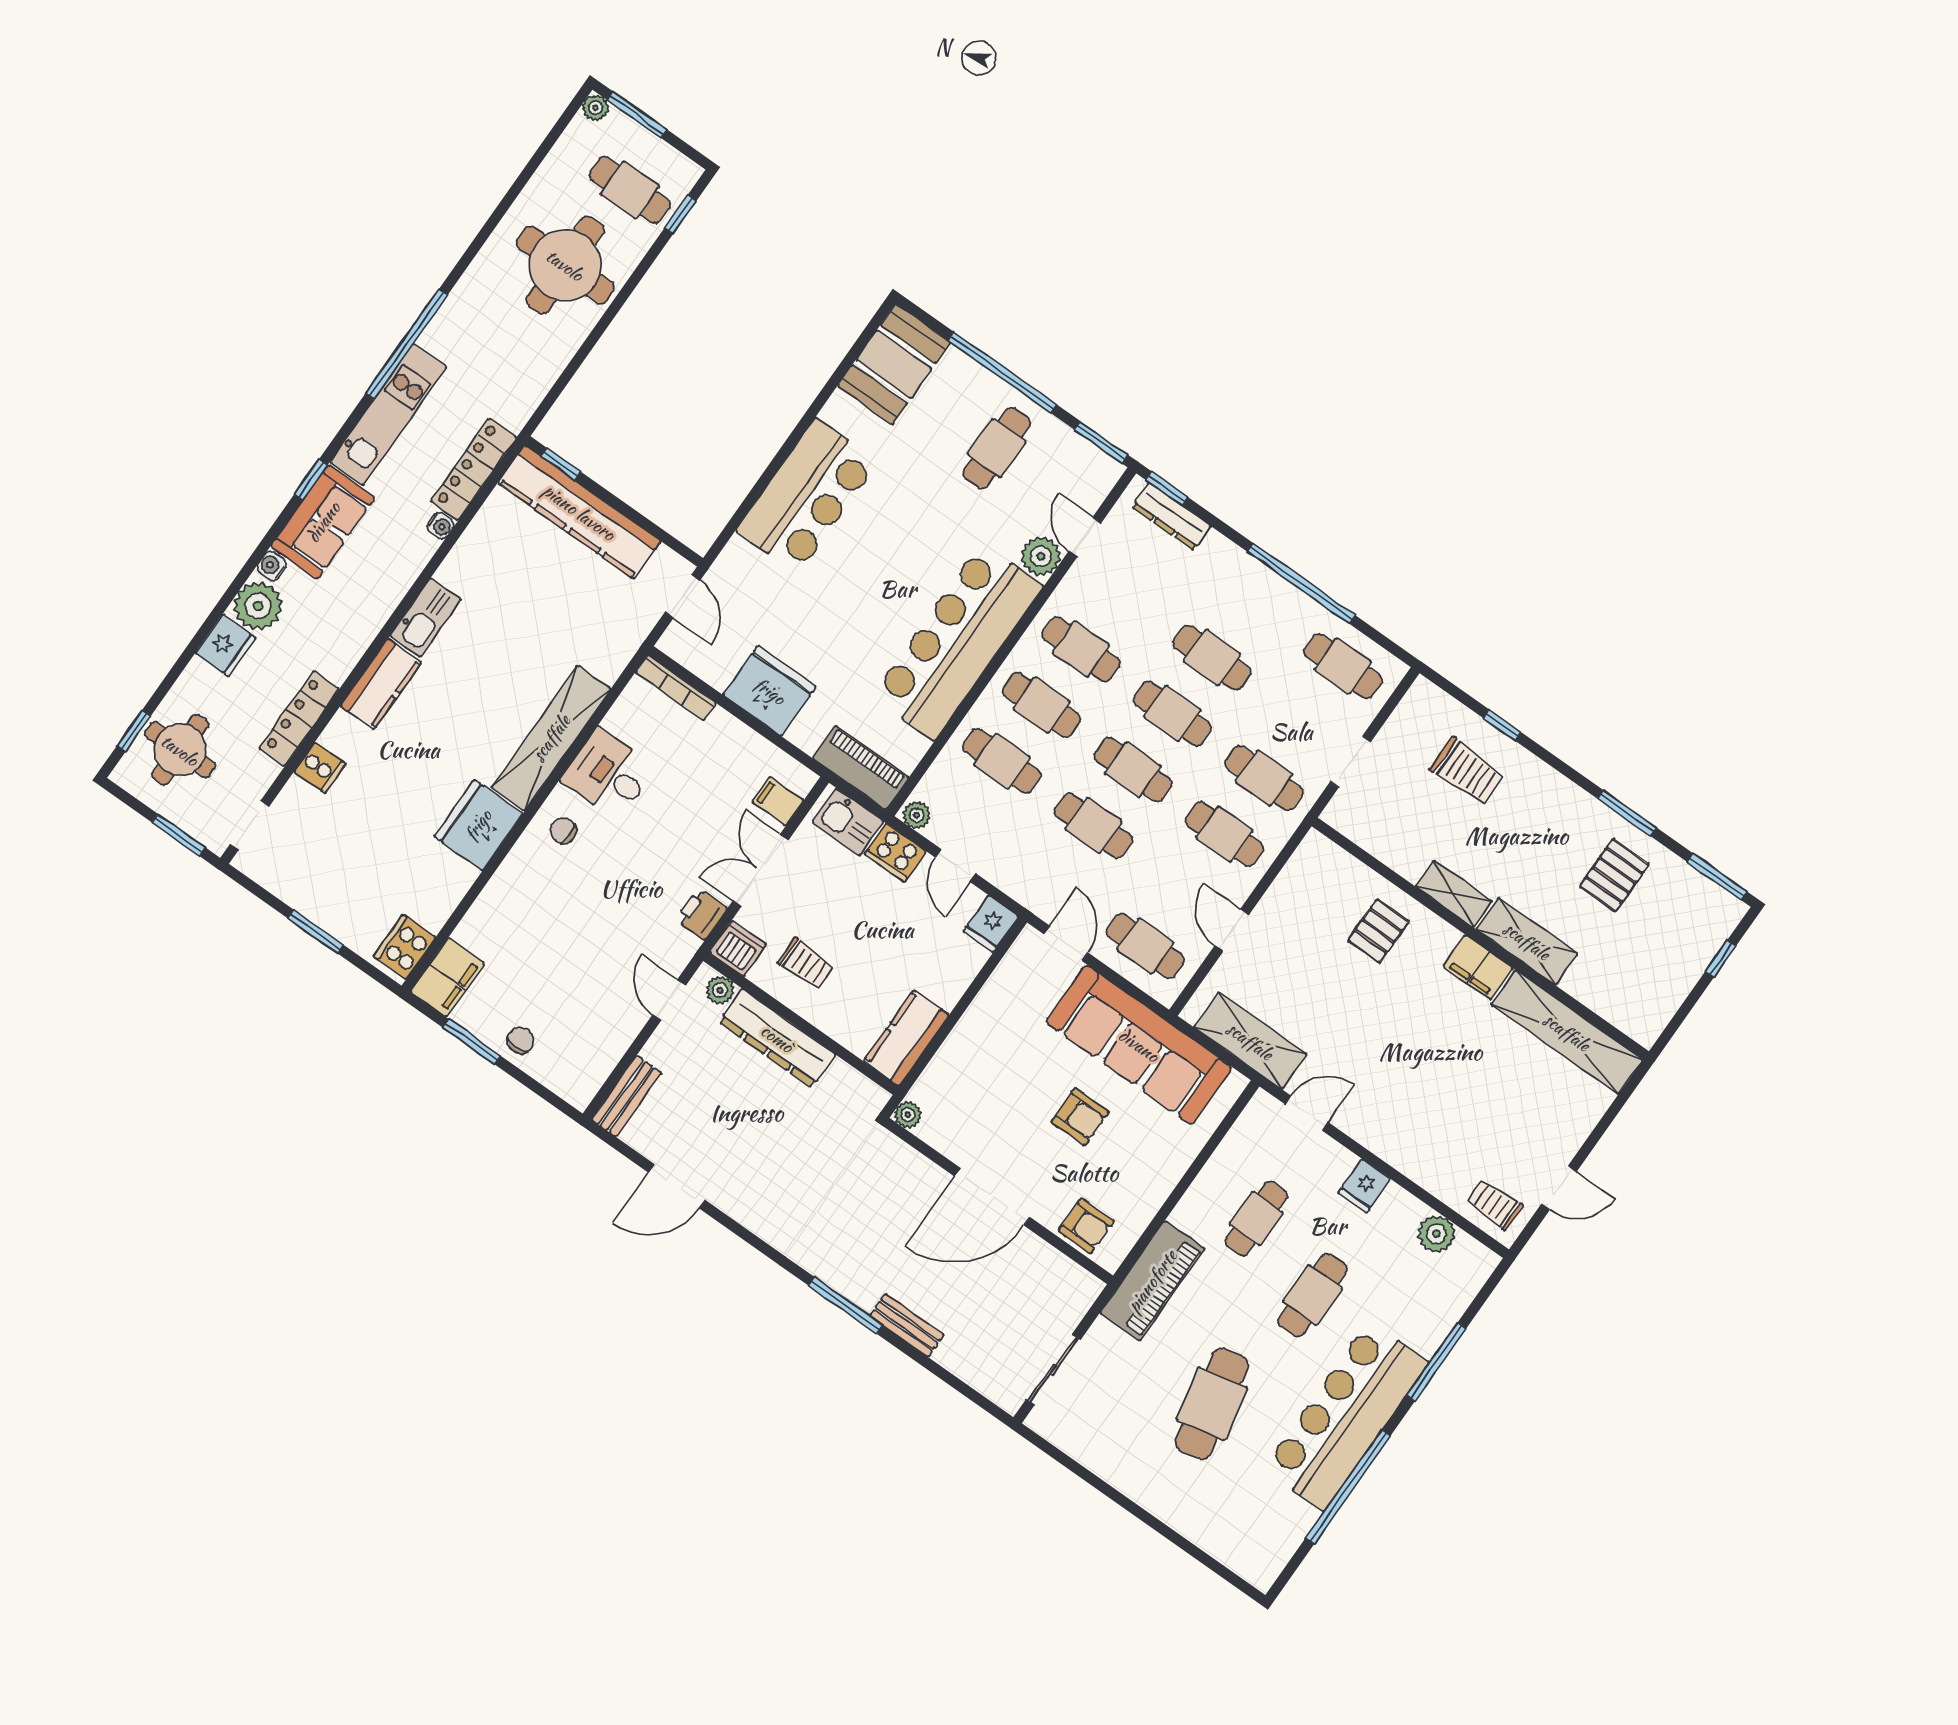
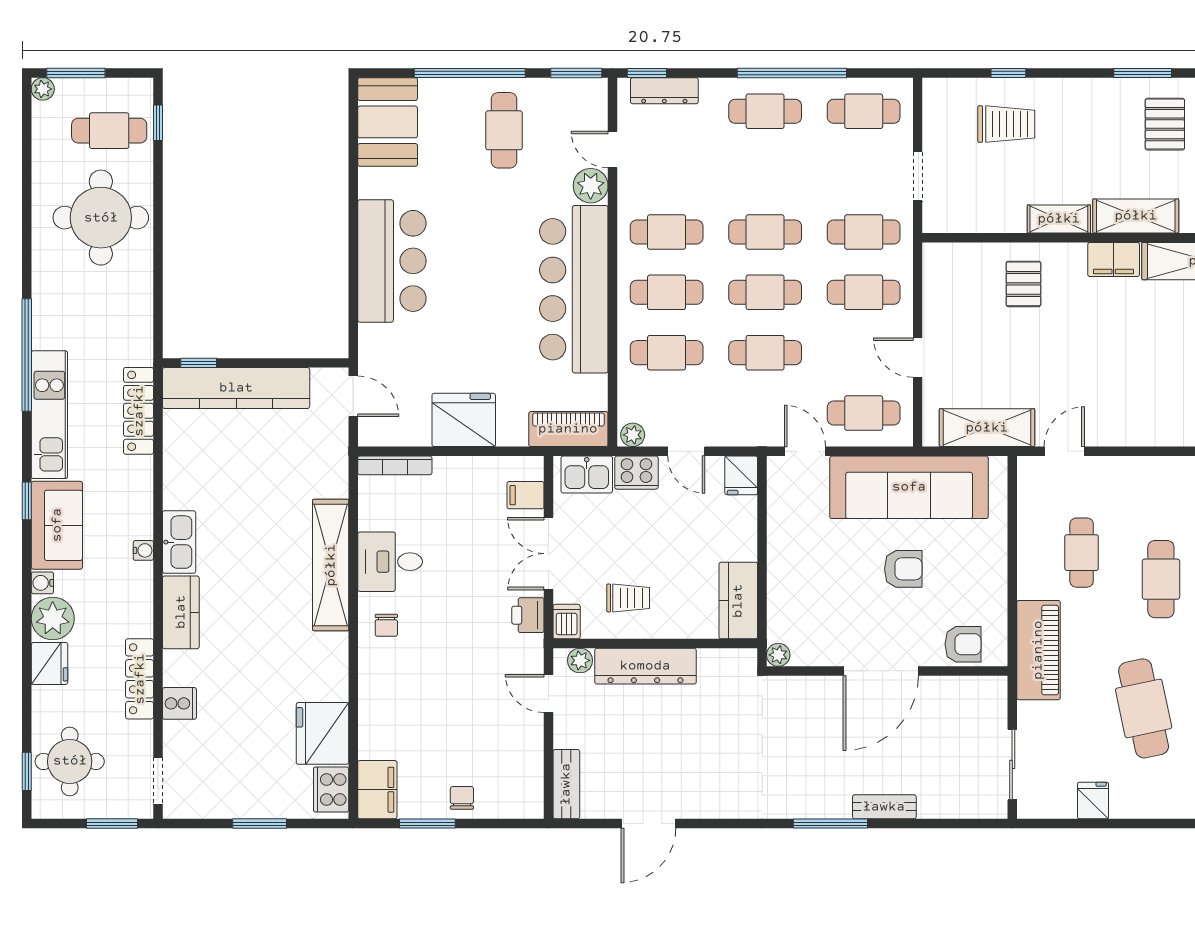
water cooler: (441, 526) -> (143, 550), moved
cafe table: (1212, 658) -> (765, 111), moved
fridge: (478, 825) -> (322, 733), moved
chair: (563, 831) -> (386, 625), turned -90
dishwasher: (738, 949) -> (567, 622), width x0.73
fridge: (1364, 1186) -> (1093, 800), moved, turned 180

